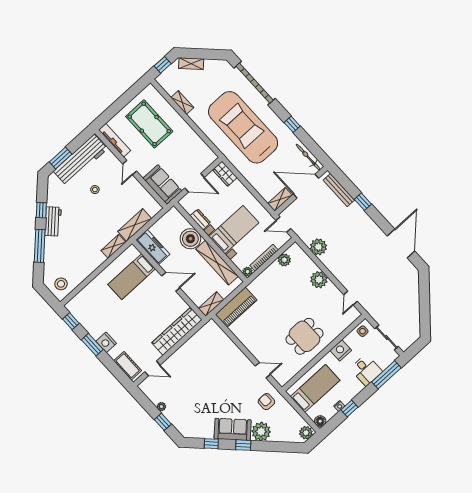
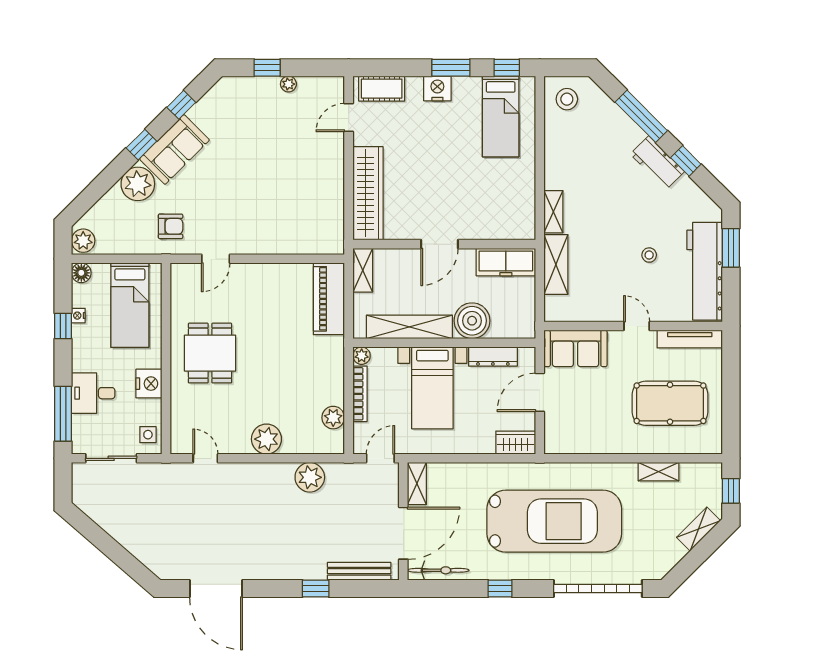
dresser: (200, 219) -> (493, 357), width x1.44
bed: (132, 277) -> (501, 116), moved, turned 180

